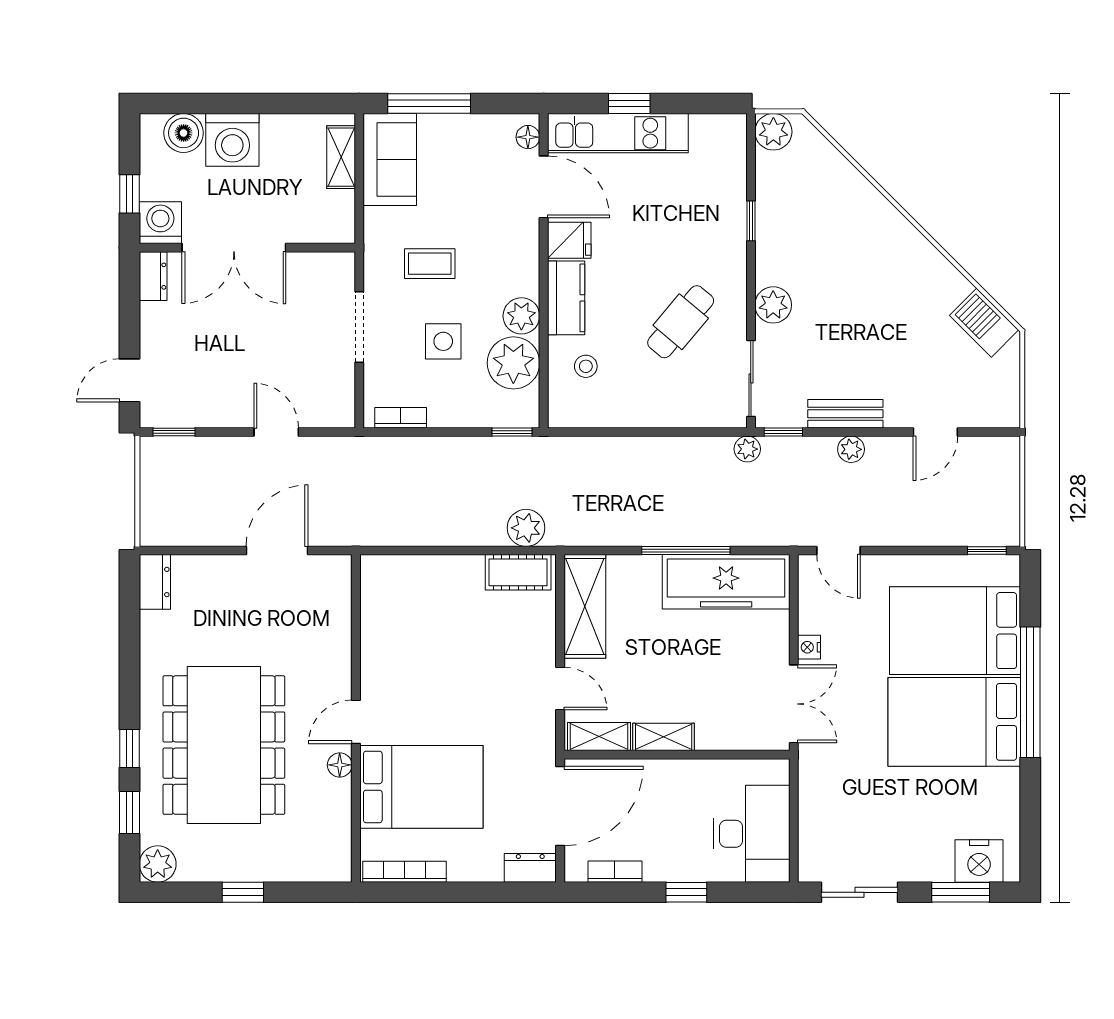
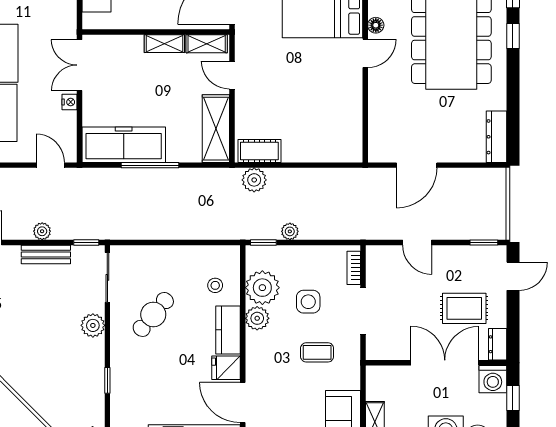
rug: (204, 331) -> (464, 308), added
bookcase: (401, 418) -> (354, 268), moved, turned 90
plant: (747, 449) -> (290, 231), moved
dresser: (155, 582) -> (496, 137), width x1.44

